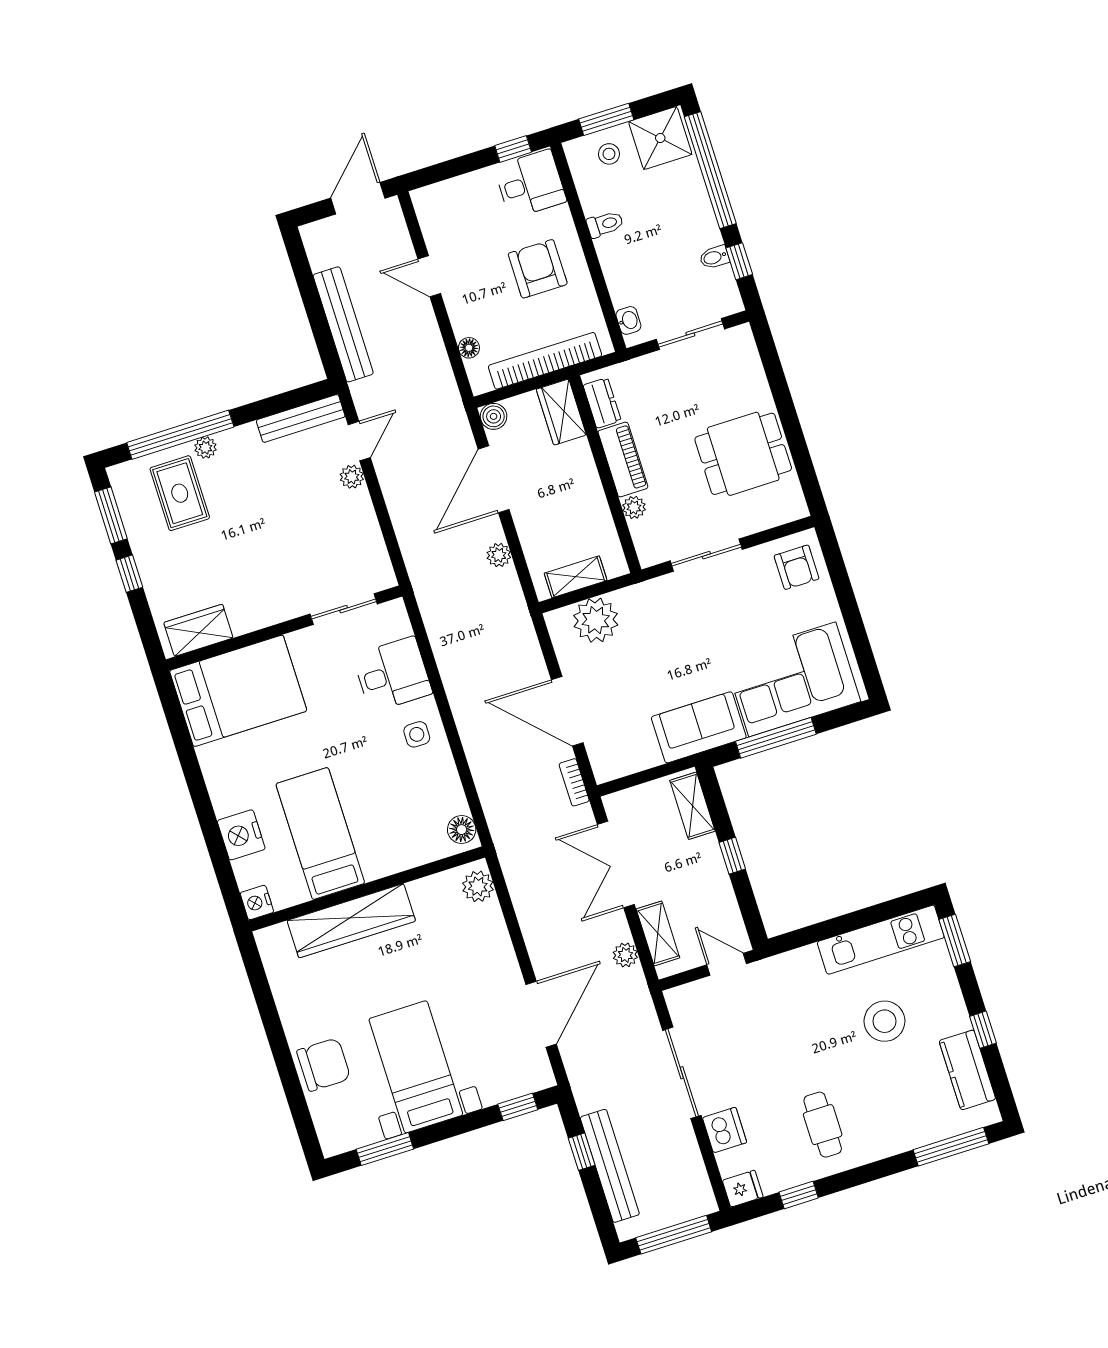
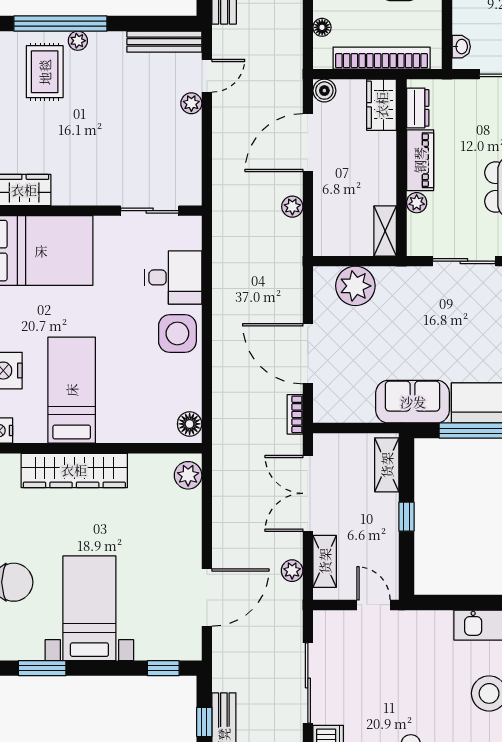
shelving: (576, 577) -> (385, 231), moved, turned 90
side table: (417, 734) -> (177, 333), width x1.87, depth x1.87

